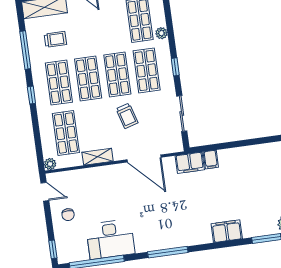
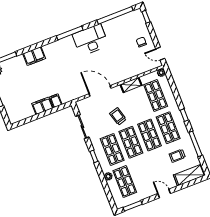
filing cabinet: (190, 163) -> (42, 106), moved
desk: (110, 239) -> (90, 40), moved

